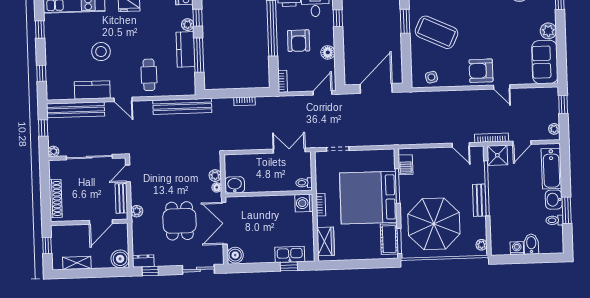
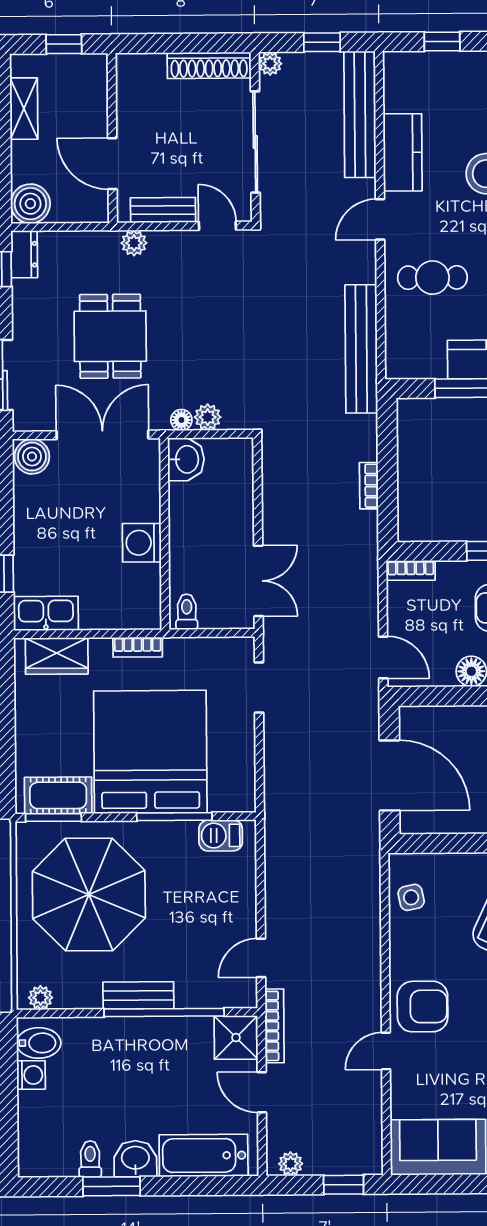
armchair: (481, 71) -> (423, 1007), turned 90
shoe rack: (56, 199) -> (209, 65), moved
washing machine: (304, 203) -> (142, 543), moved, turned -90
dining table: (180, 221) -> (110, 336), turned 90
bidet: (531, 244) -> (39, 1043), moved
kitchen sink: (290, 254) -> (46, 613), moved, turned -90

